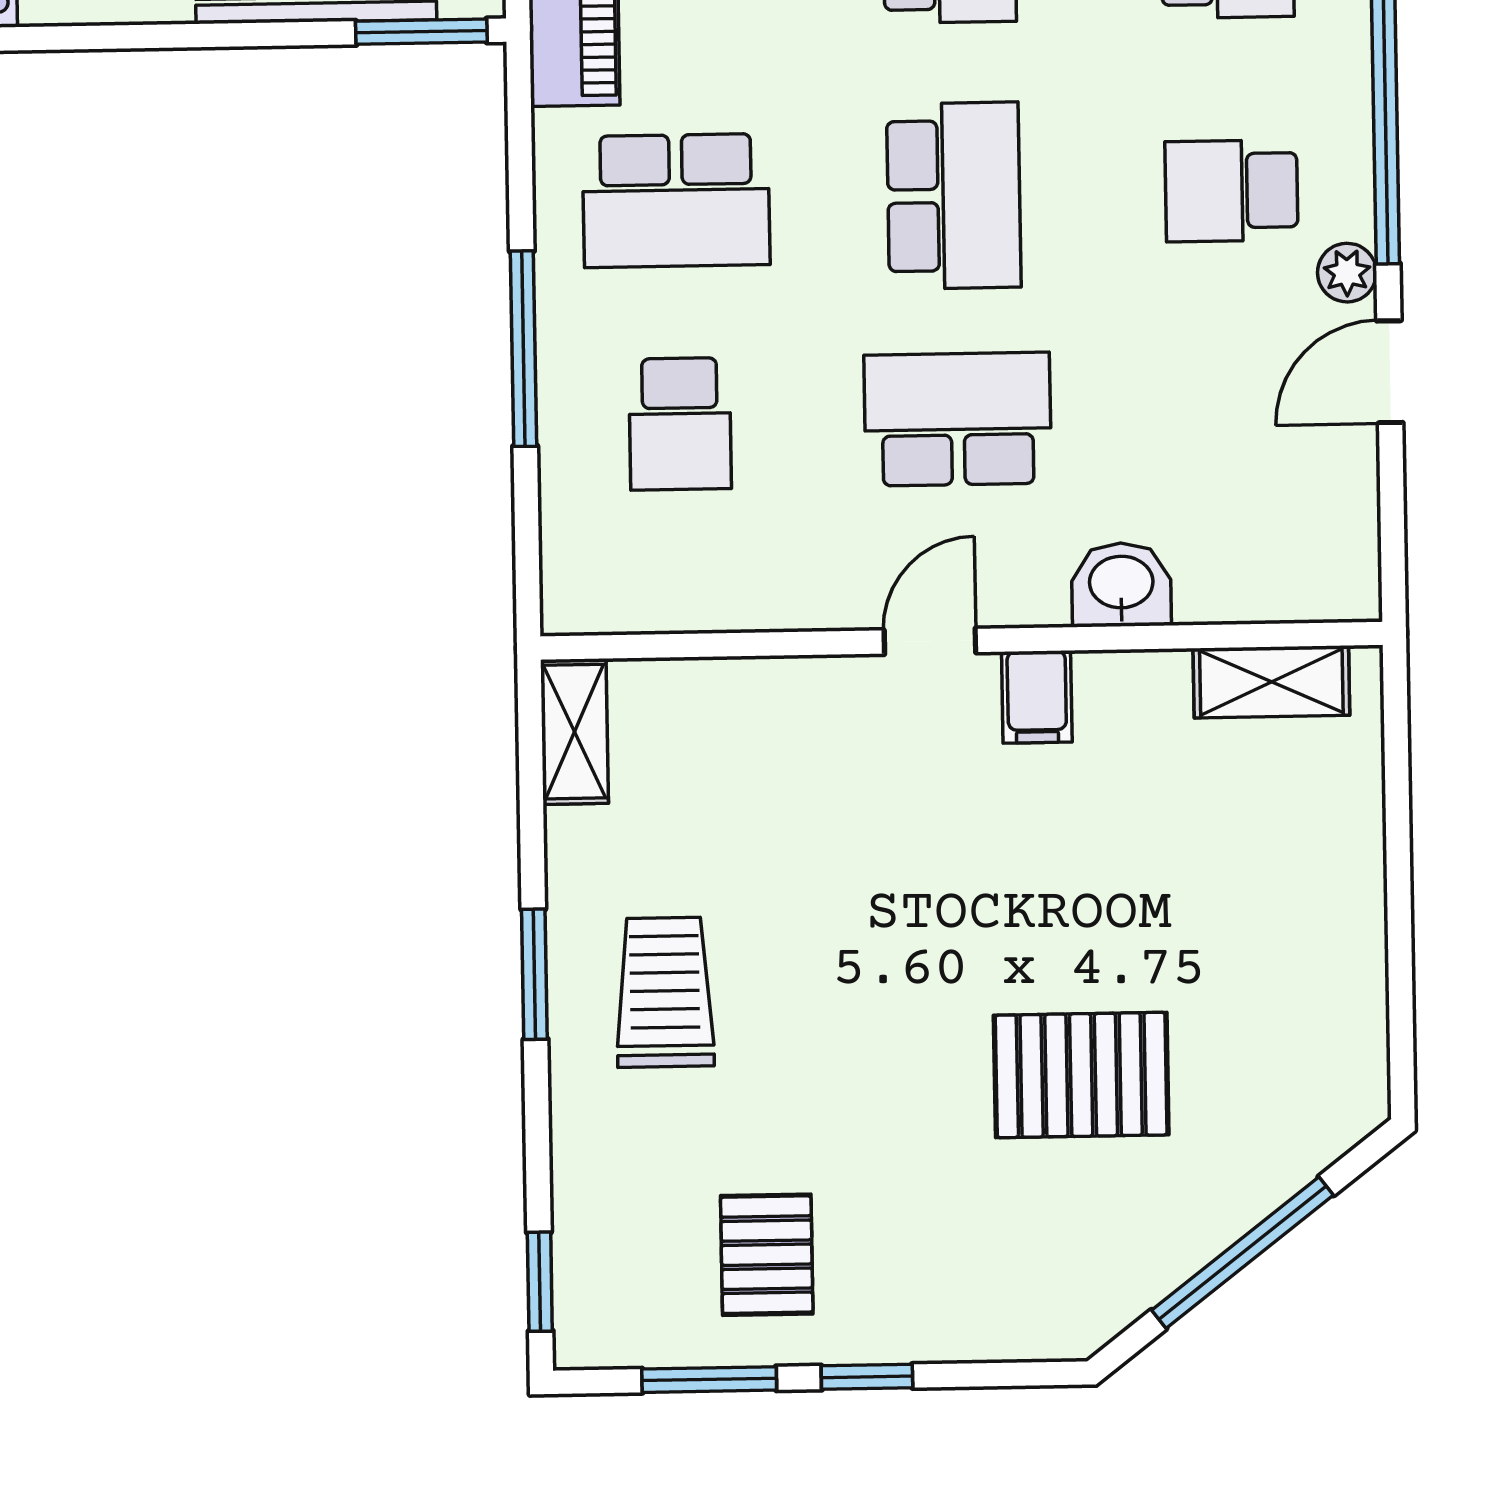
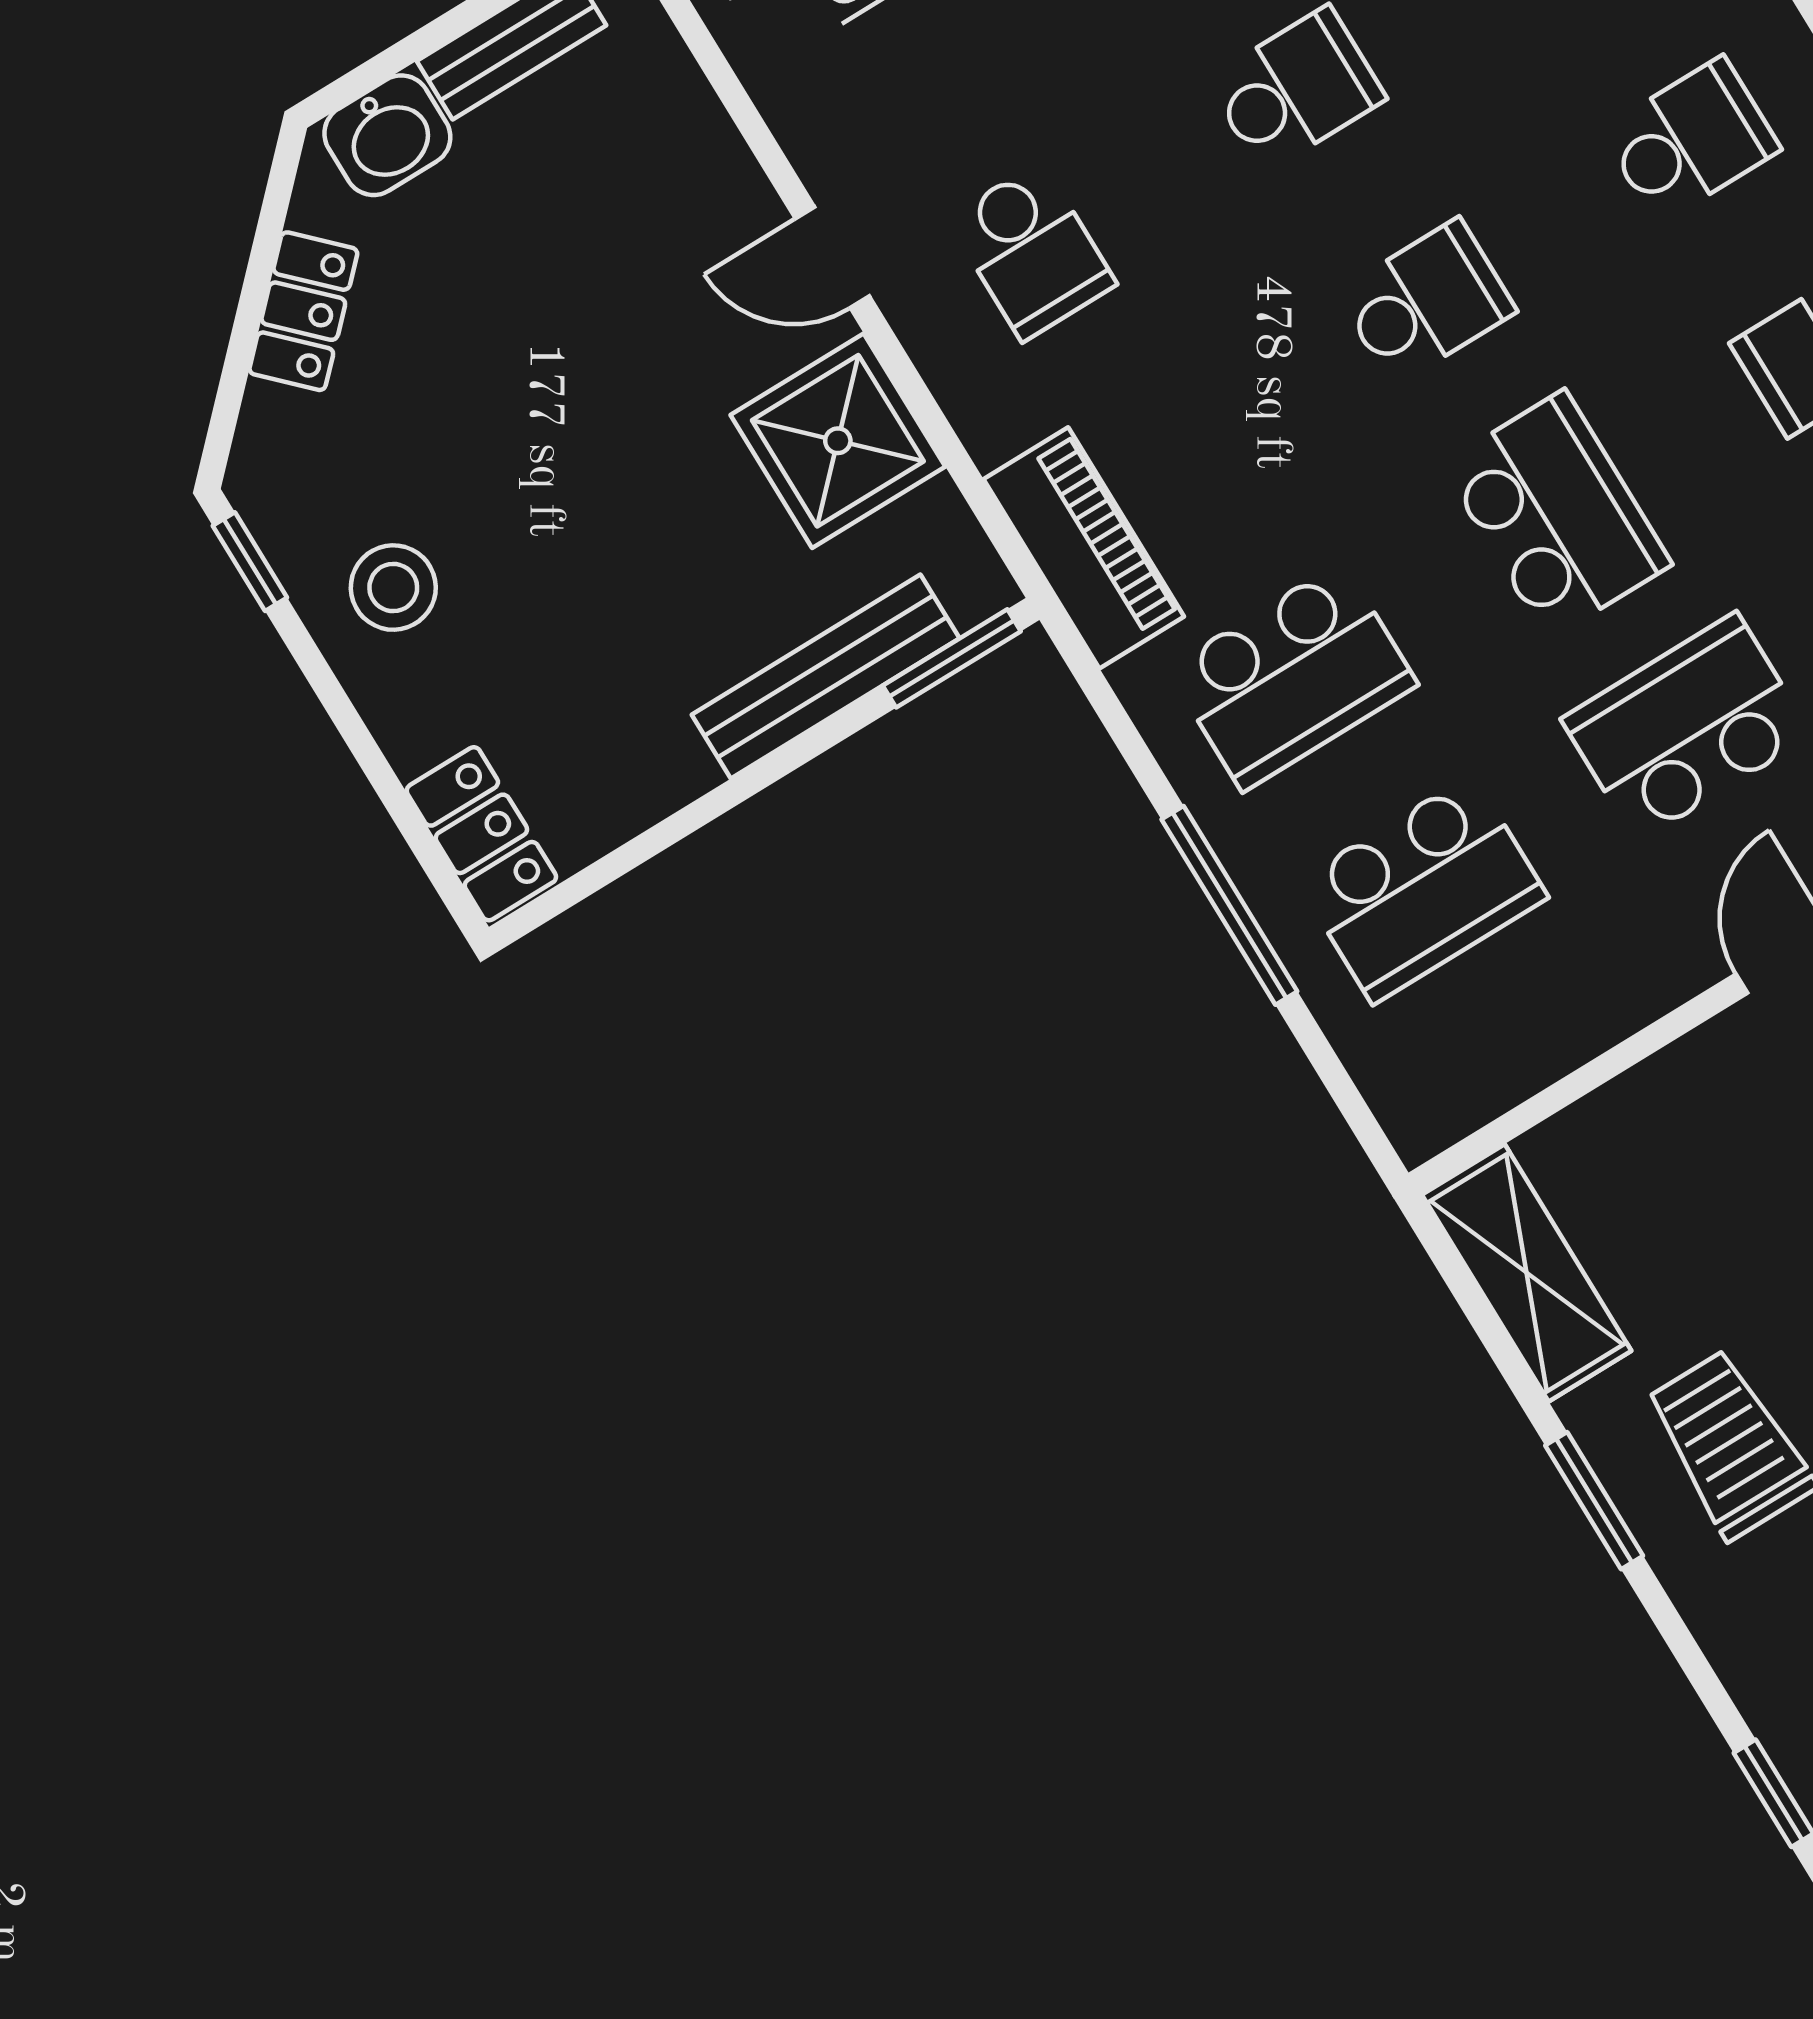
school desk: (680, 424) -> (1423, 889), width x1.85
shelving: (574, 732) -> (1527, 1273), width x1.50, depth x1.33

